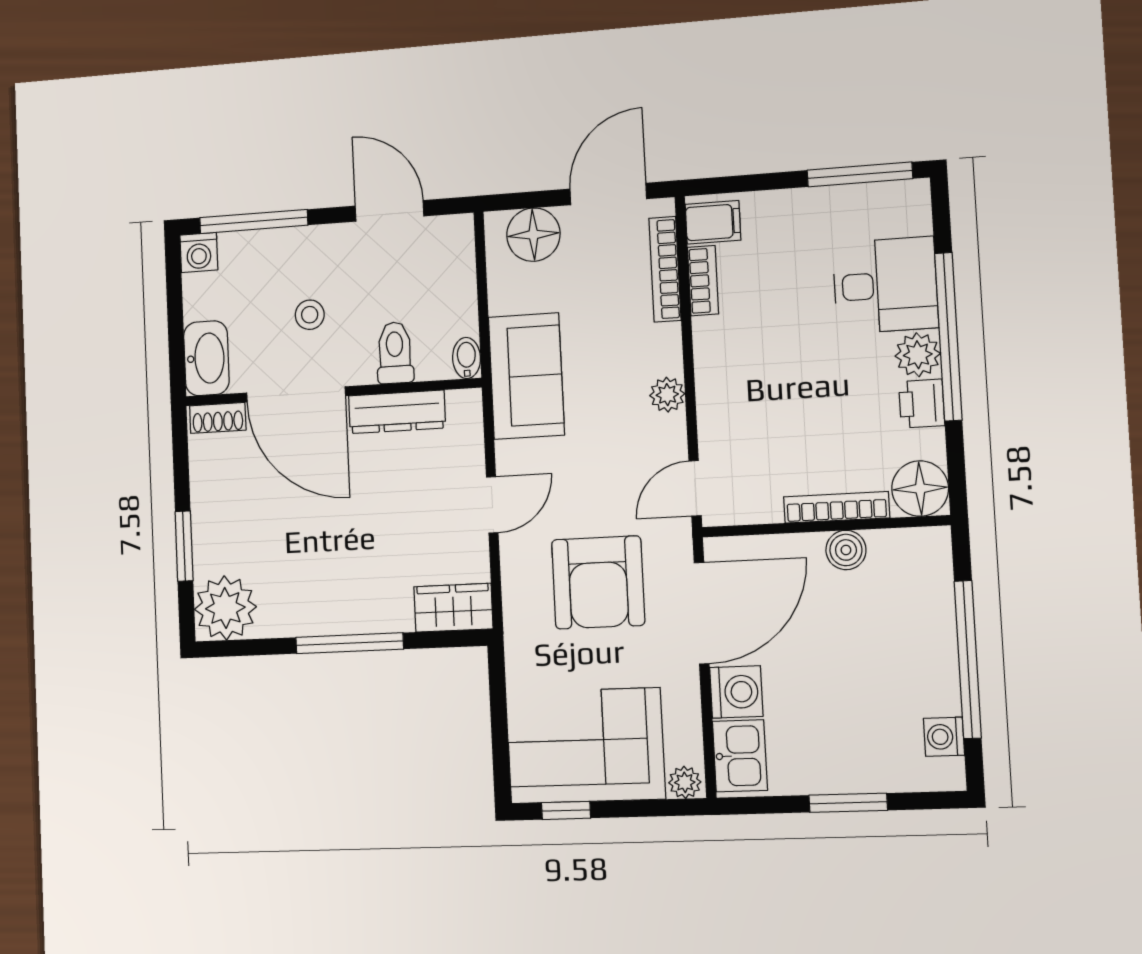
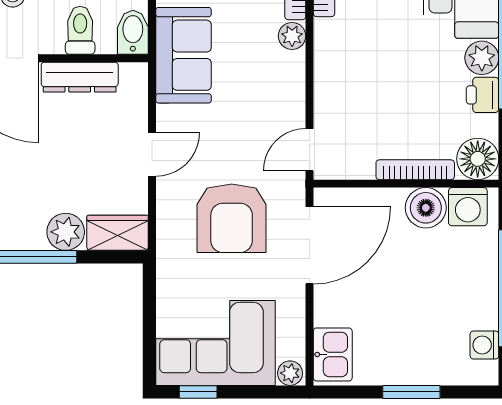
bidet: (466, 358) -> (133, 32), width x1.38, depth x1.36
plant: (667, 395) -> (292, 36), moved
boiler: (846, 550) -> (426, 208), width x1.36, depth x1.36
plant: (388, 609) -> (66, 232), added
washing machine: (736, 692) -> (468, 207), moved, turned 90

